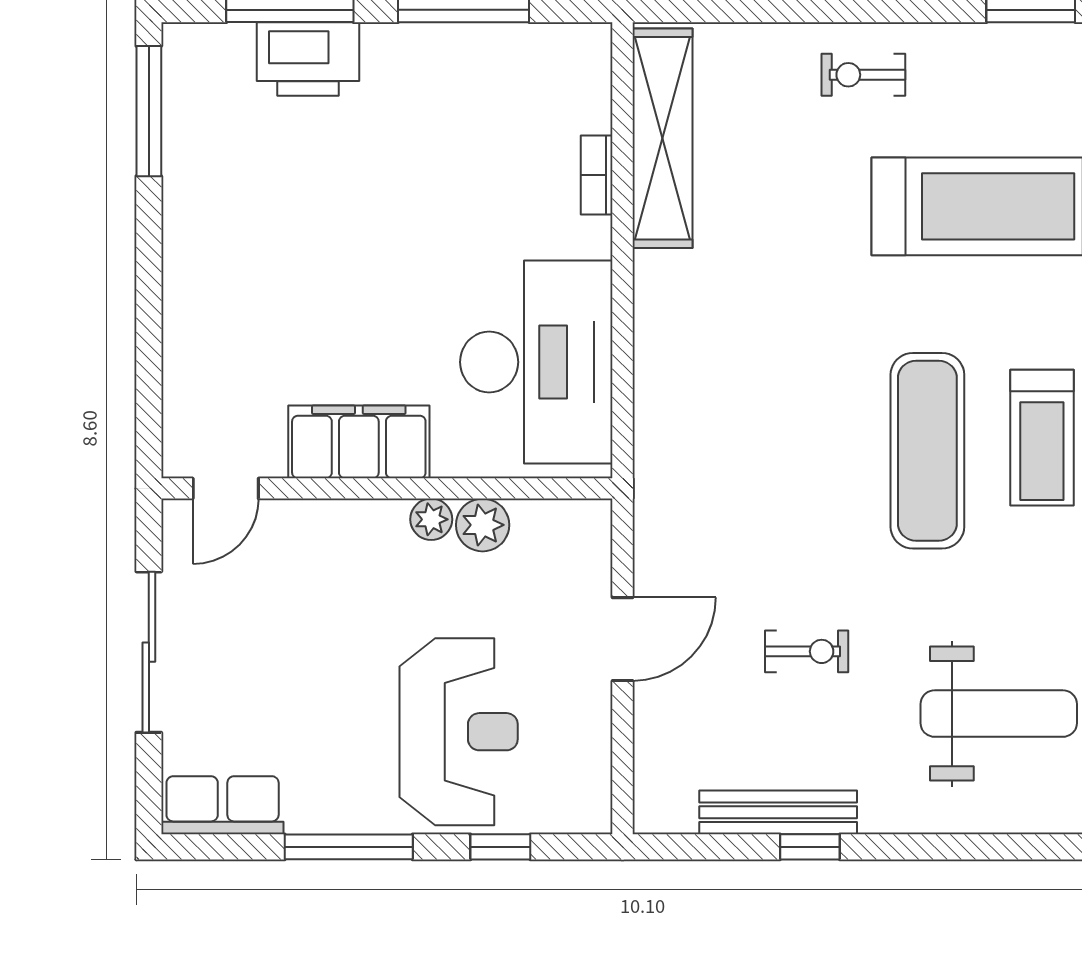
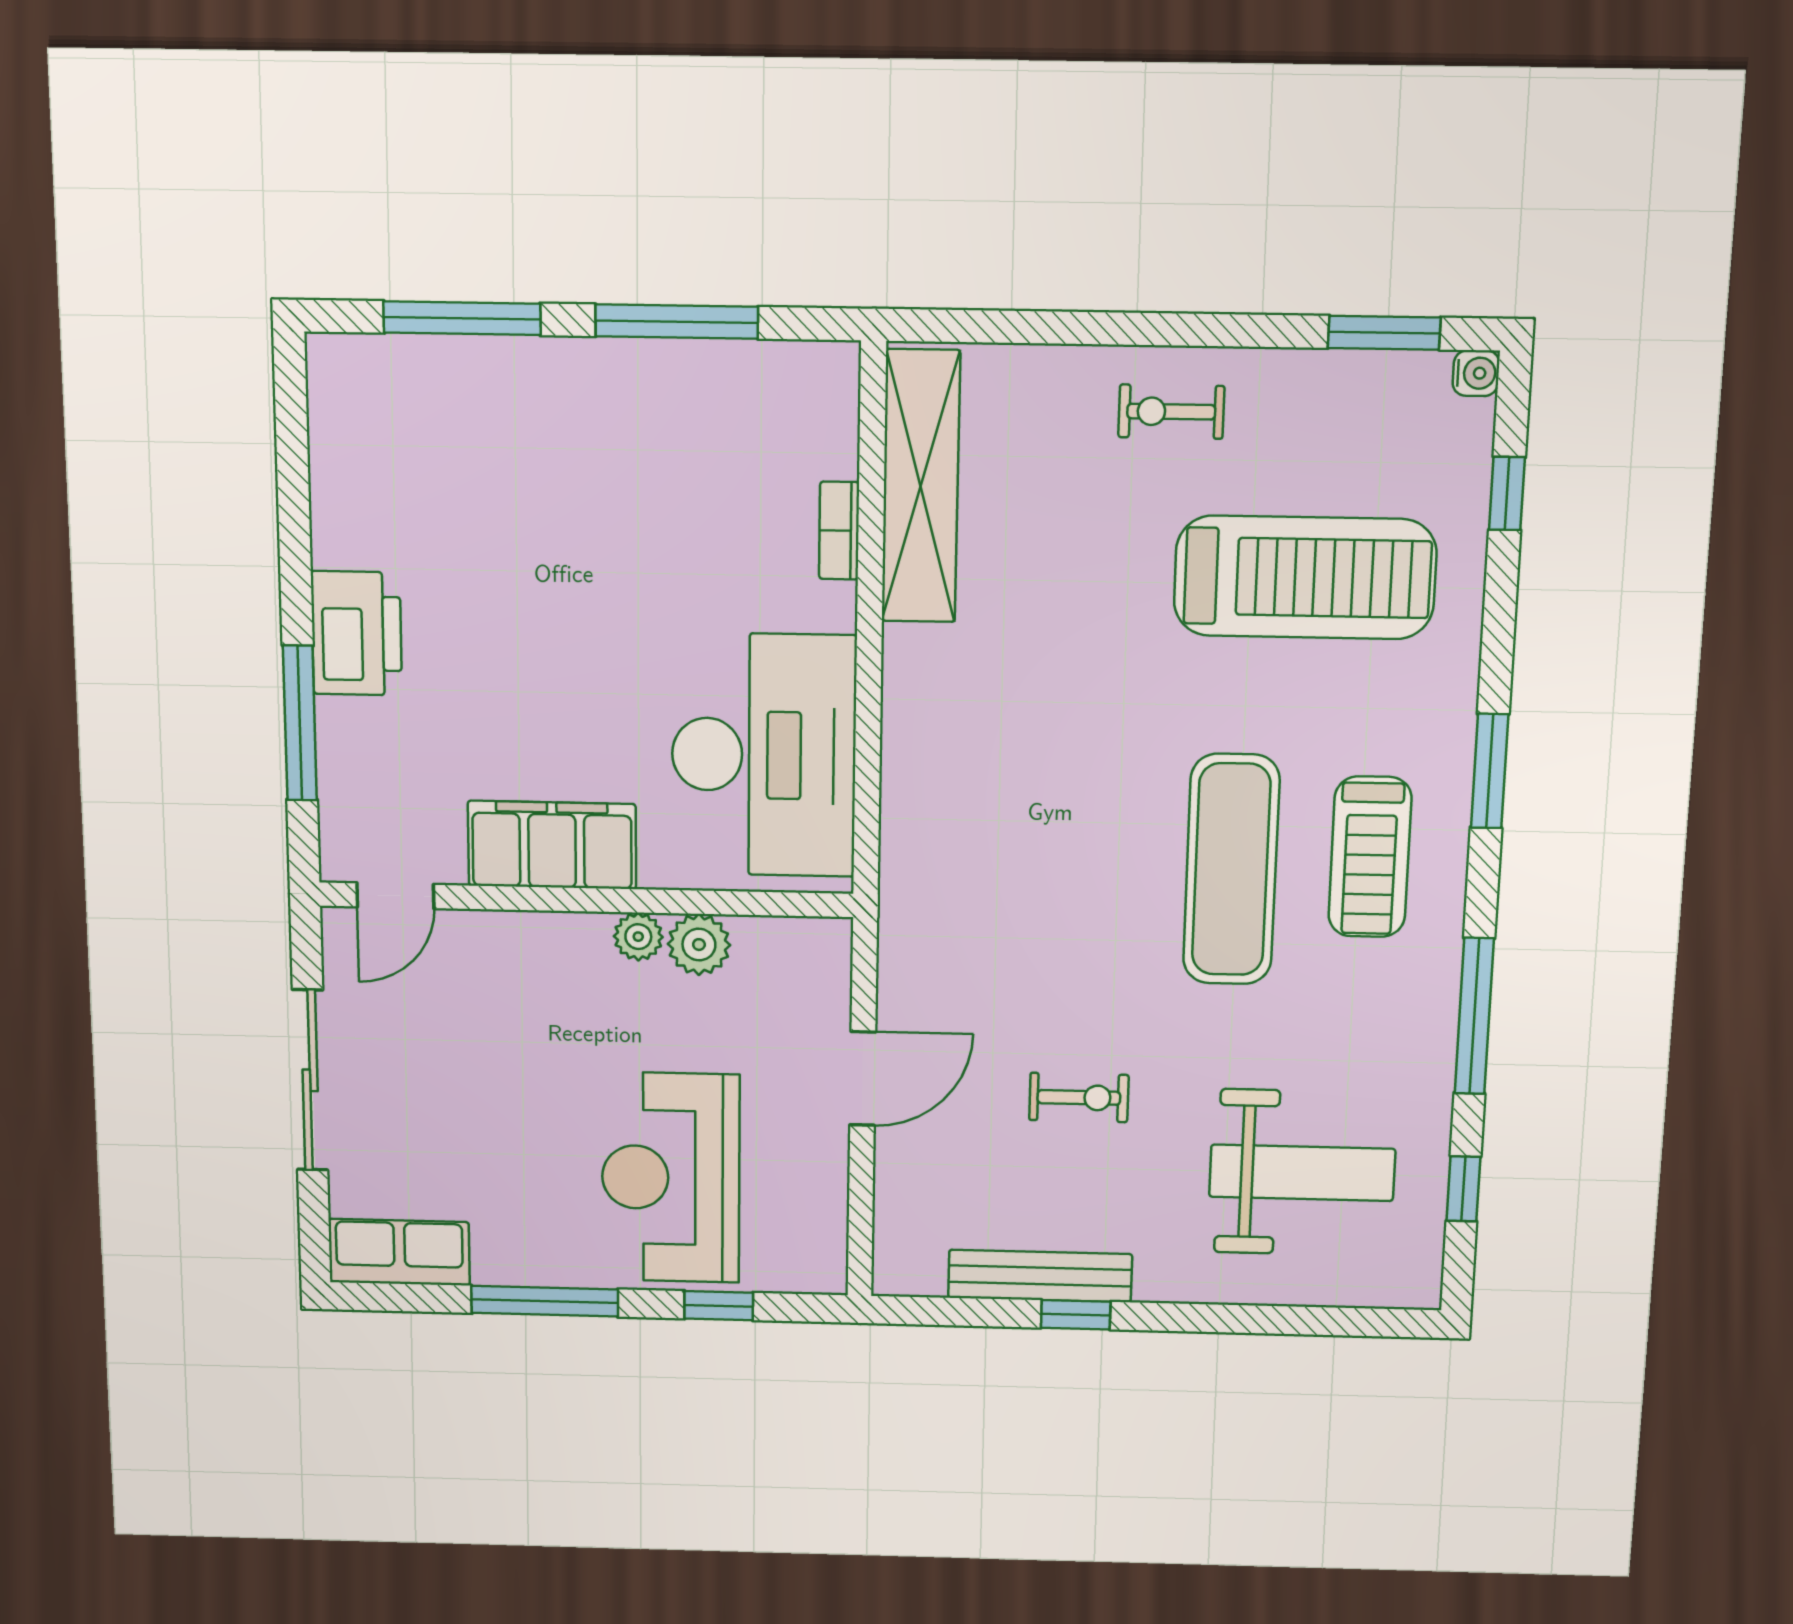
printer: (308, 59) -> (357, 633), moved, turned -90
window: (149, 111) -> (300, 723), moved
reception desk: (459, 732) -> (671, 1178), turned 180

